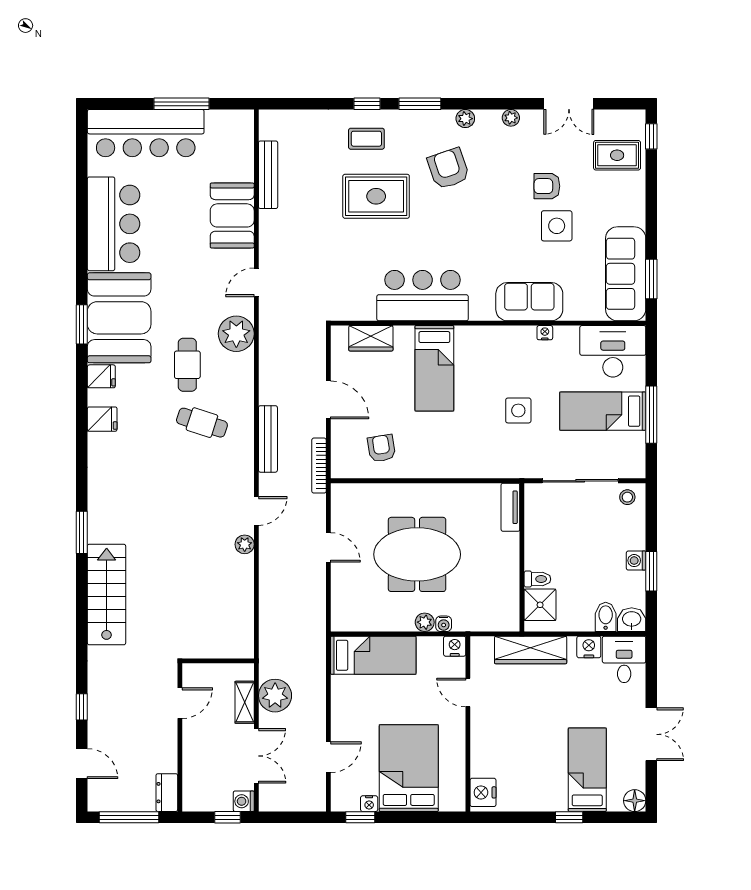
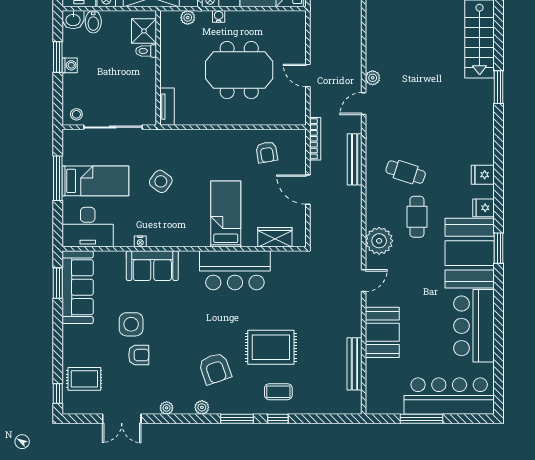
double door: (569, 104) -> (122, 419), swing flipped
side table: (518, 410) -> (161, 181), turned 36
plant: (425, 622) -> (188, 18), moved

